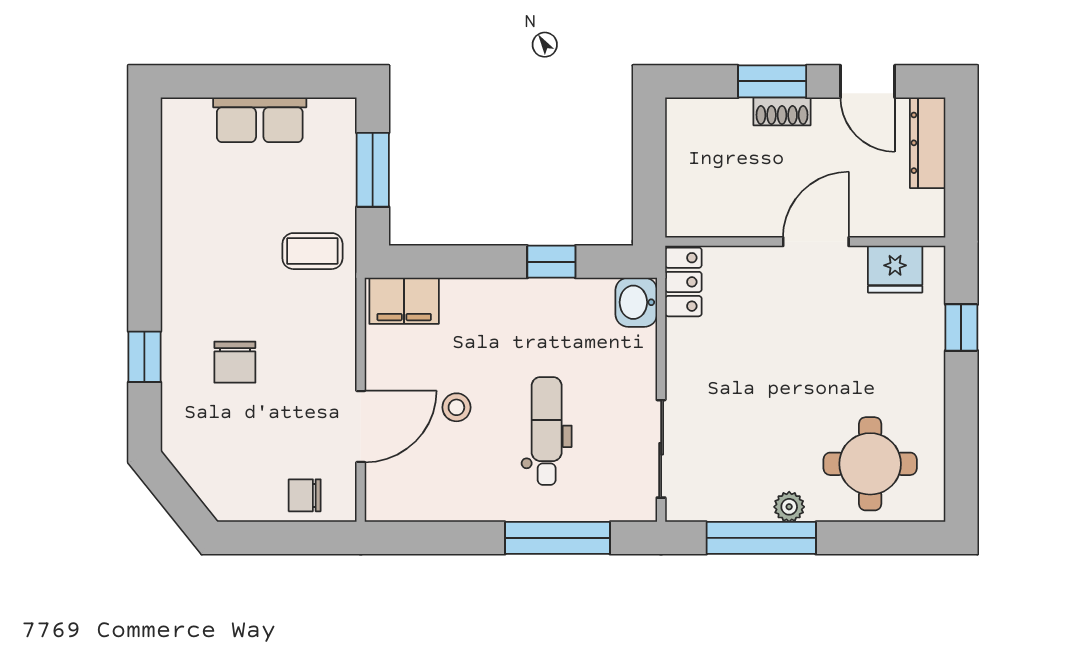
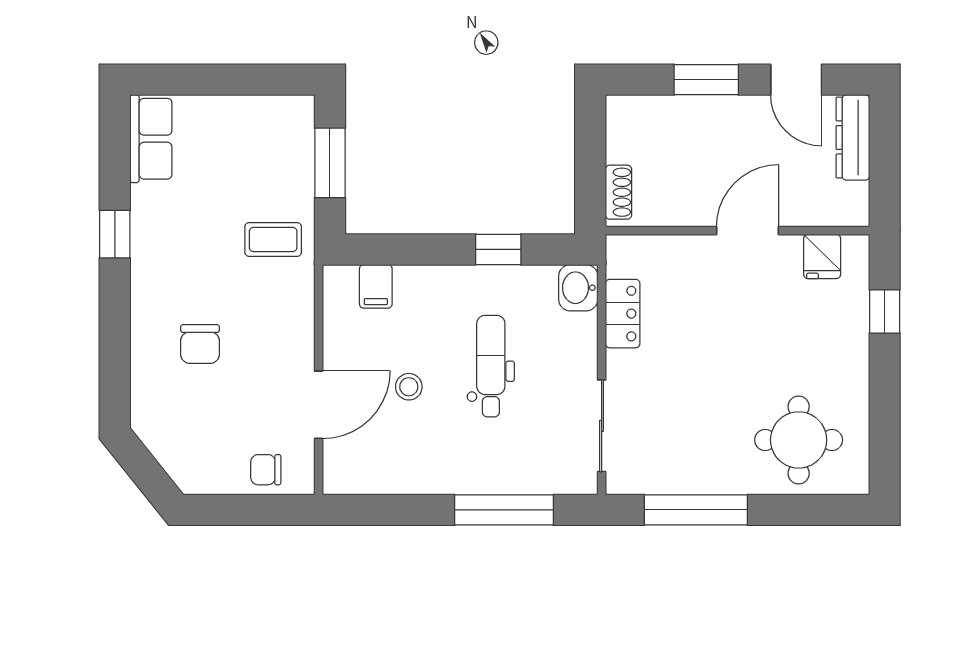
shoe rack: (782, 111) -> (618, 192), moved, turned -90
row of seats: (260, 120) -> (151, 139), moved, turned -90
fridge: (895, 269) -> (822, 256), width x0.72
locker: (683, 282) -> (623, 314), moved
filing cabinet: (404, 301) -> (376, 286), width x0.50
window: (144, 357) -> (115, 234), moved
dental chair: (547, 431) -> (491, 366), moved
plant: (789, 507) -> (722, 480), removed

